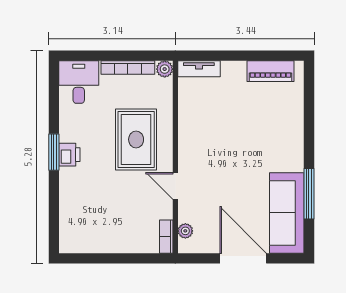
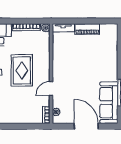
piano: (270, 71) -> (87, 29), moved
rug: (136, 139) -> (22, 70), moved
door: (175, 186) -> (51, 89), hinge flipped

